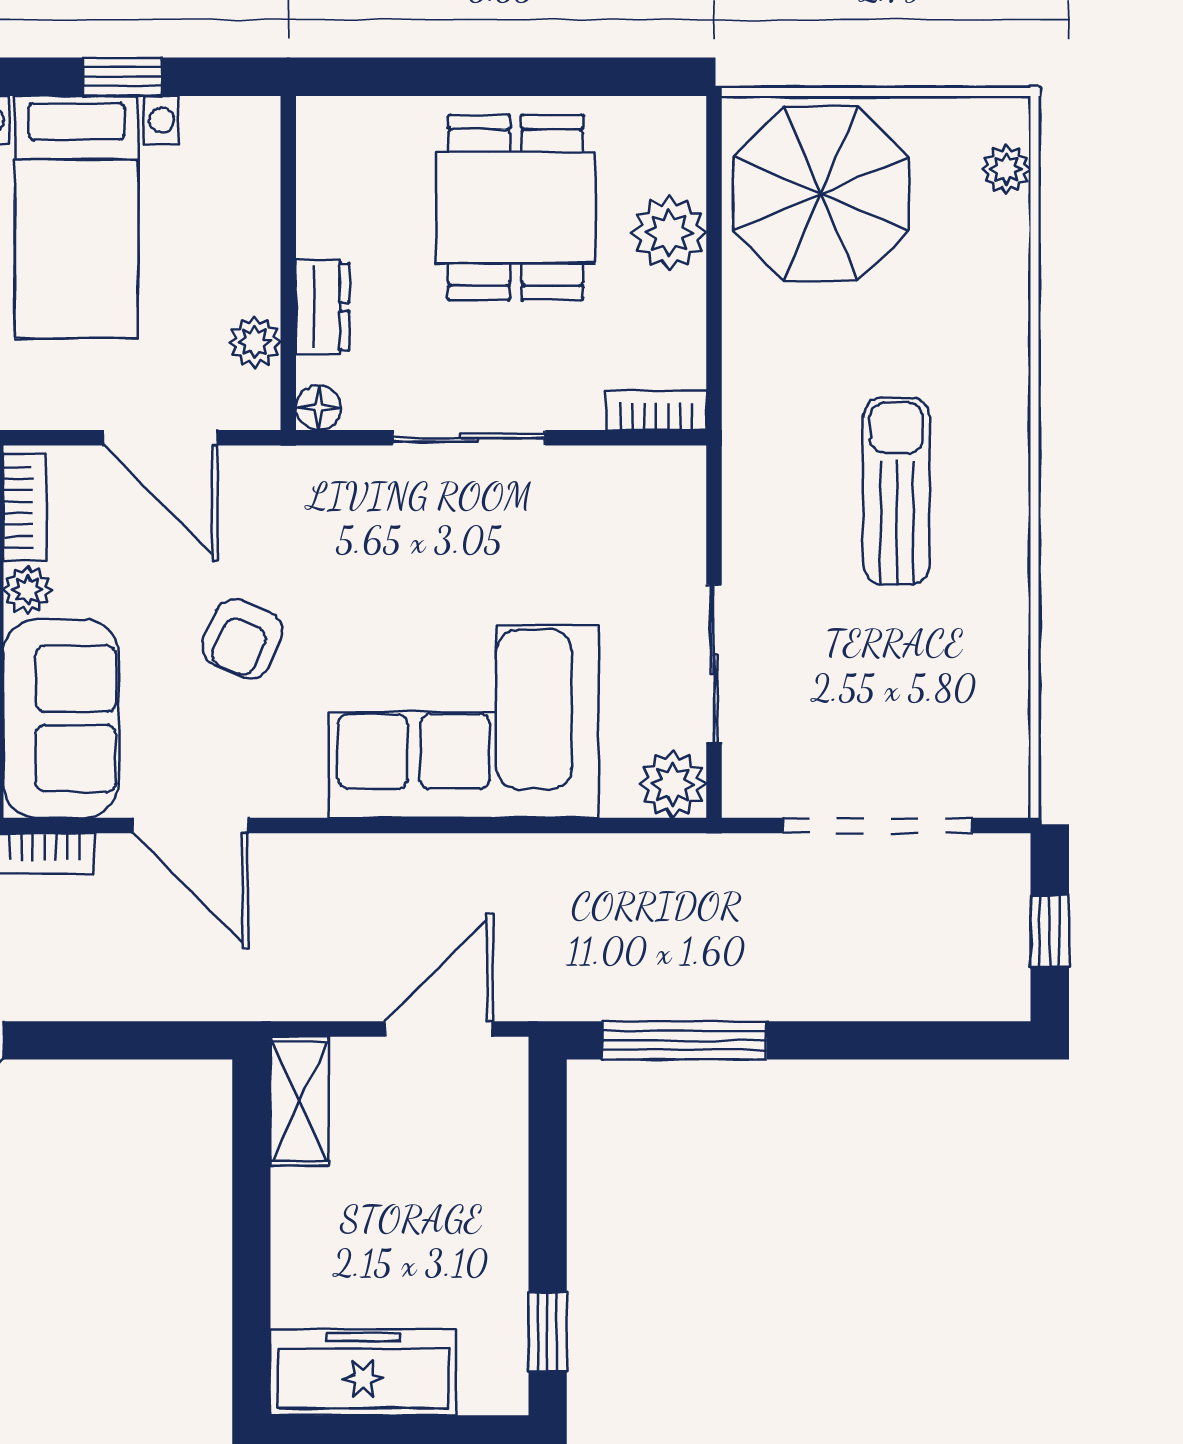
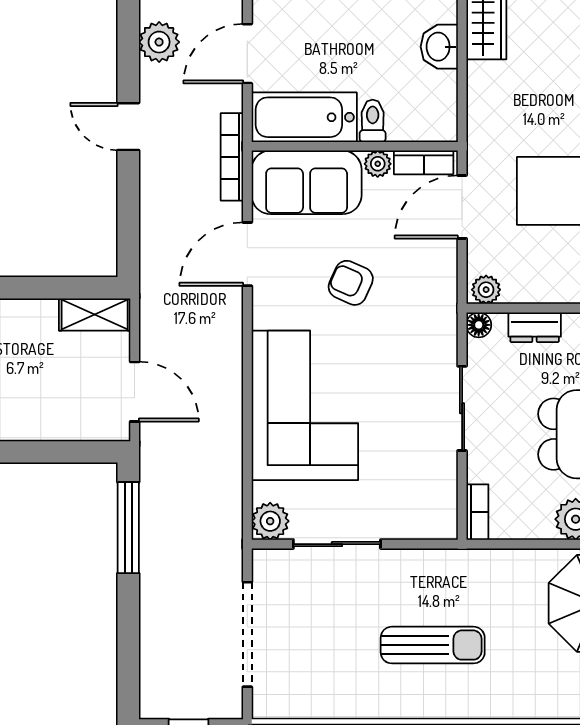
plant: (255, 342) -> (486, 290), moved
door: (160, 438) -> (462, 207), moved

